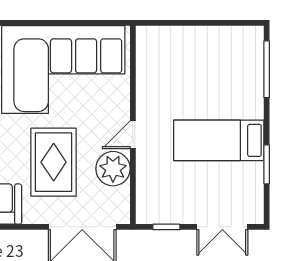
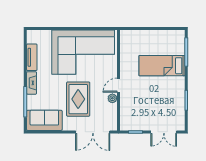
bed: (219, 140) -> (162, 66), moved
plant: (113, 169) -> (112, 98), width x0.53, depth x0.53

